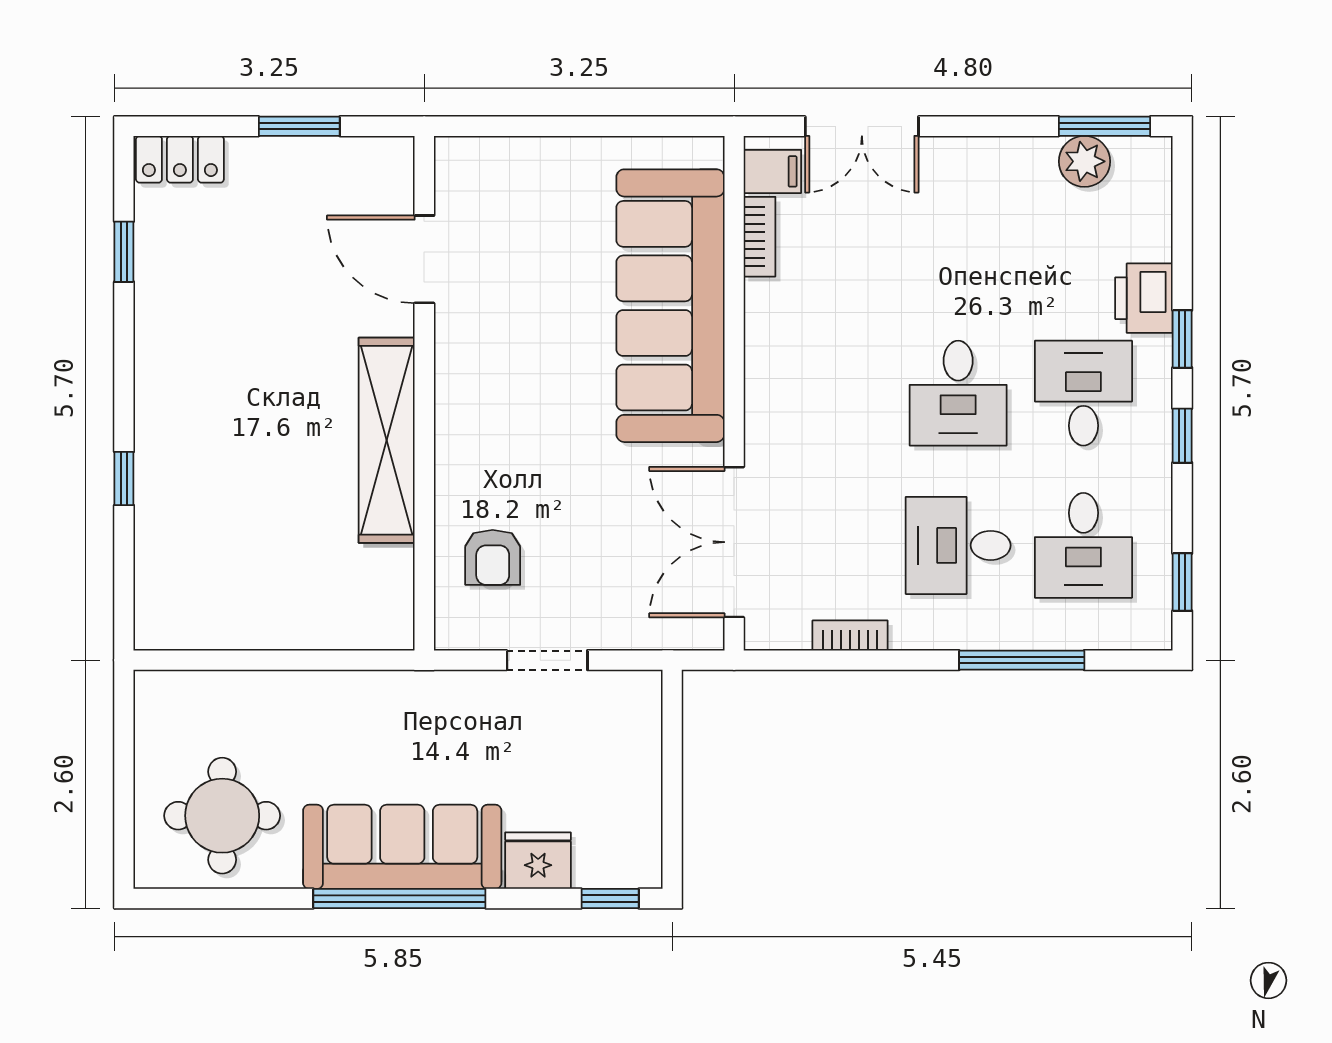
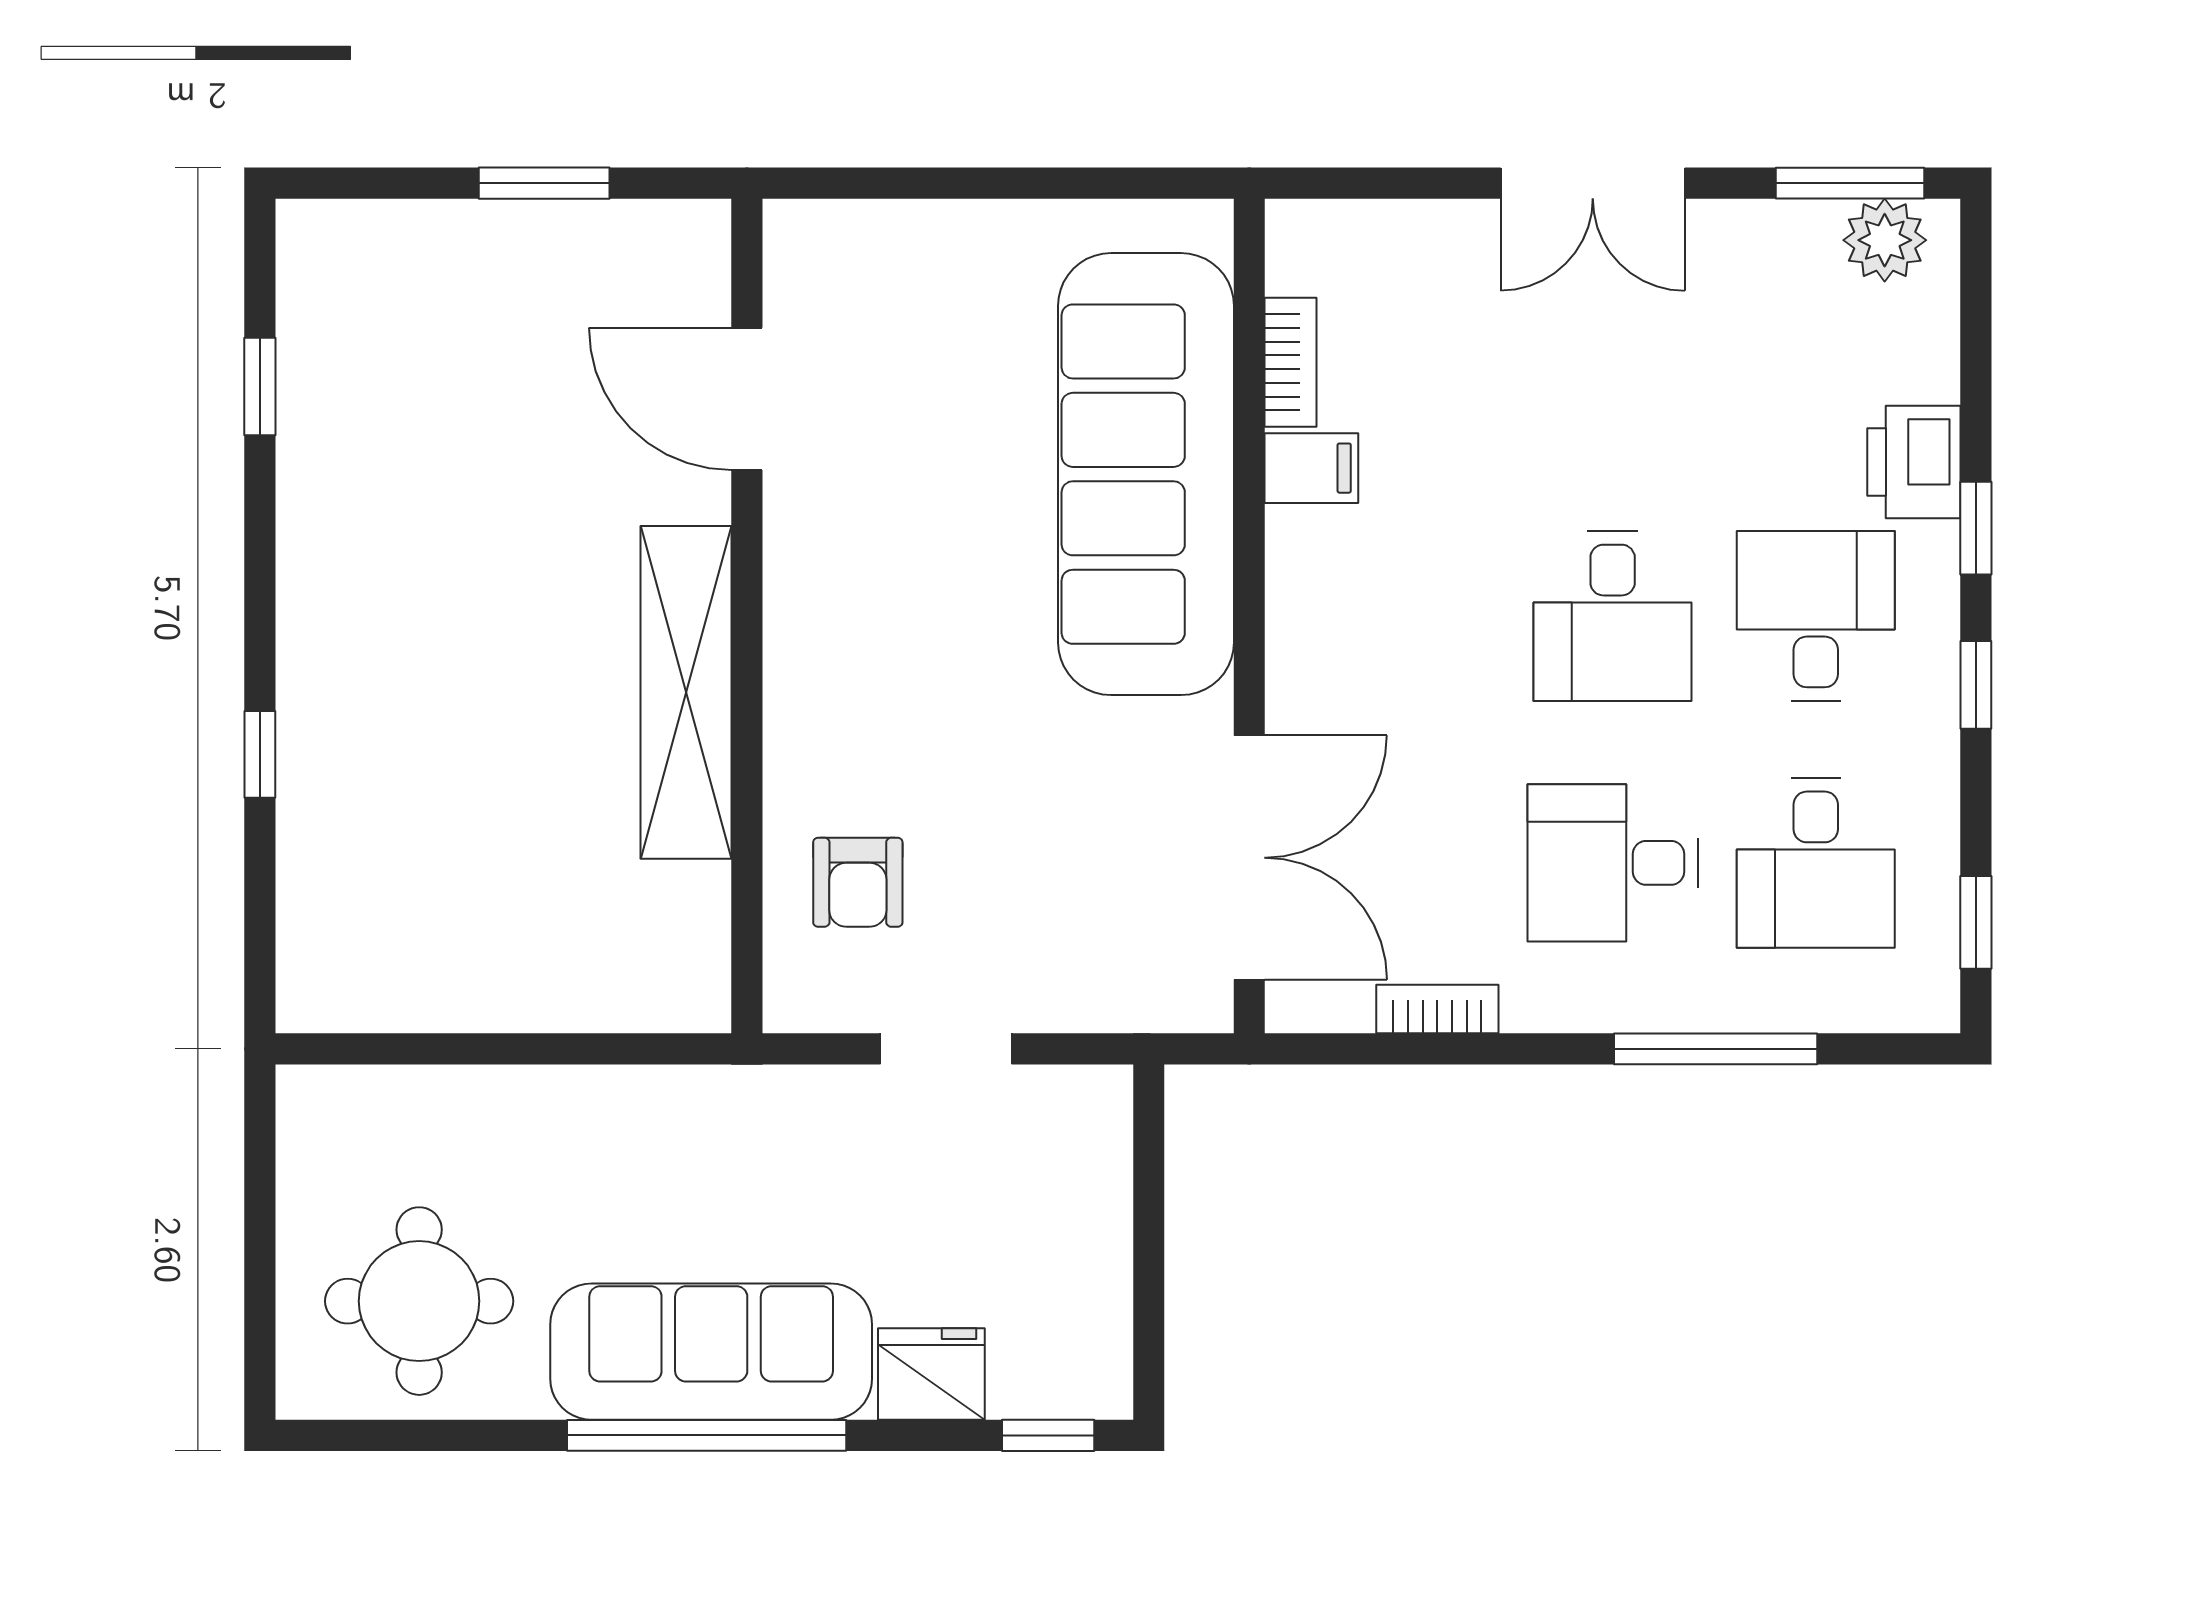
double door: (862, 126) -> (1593, 183), moved
locker: (180, 159) -> (351, 237), removed
plant: (1084, 161) -> (1885, 240), moved
filing cabinet: (772, 171) -> (1311, 468), moved
double door: (734, 542) -> (1249, 858), swing flipped

